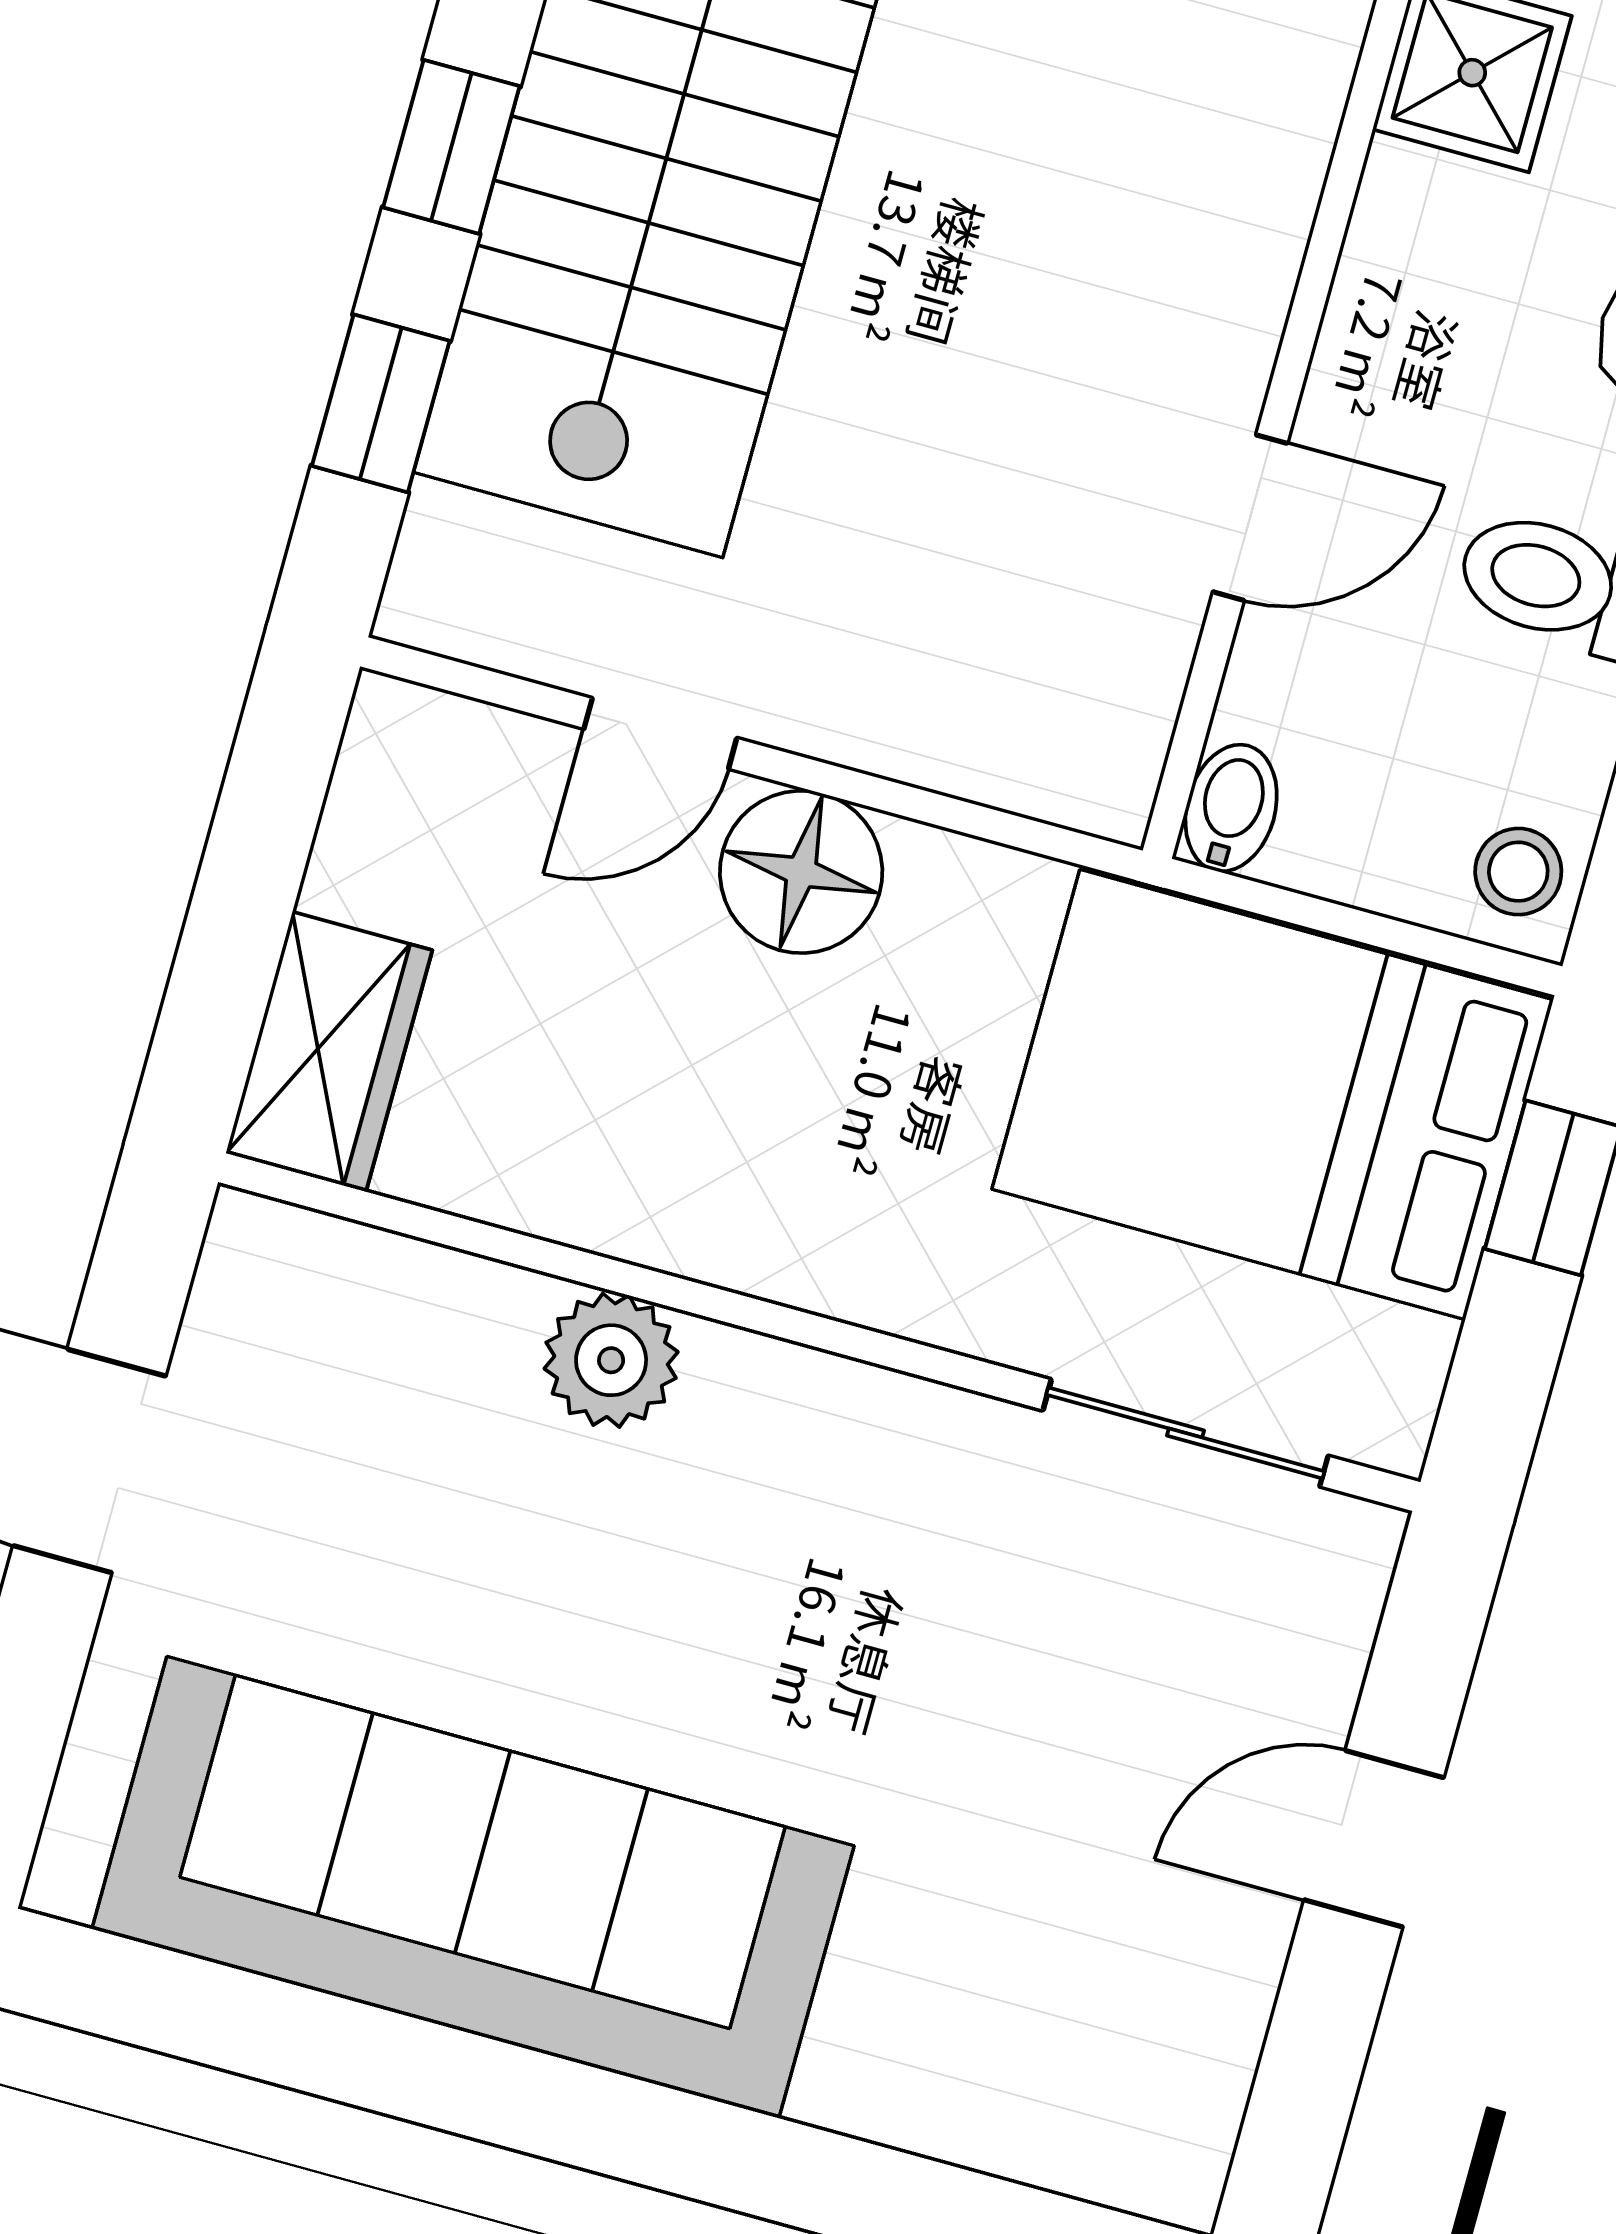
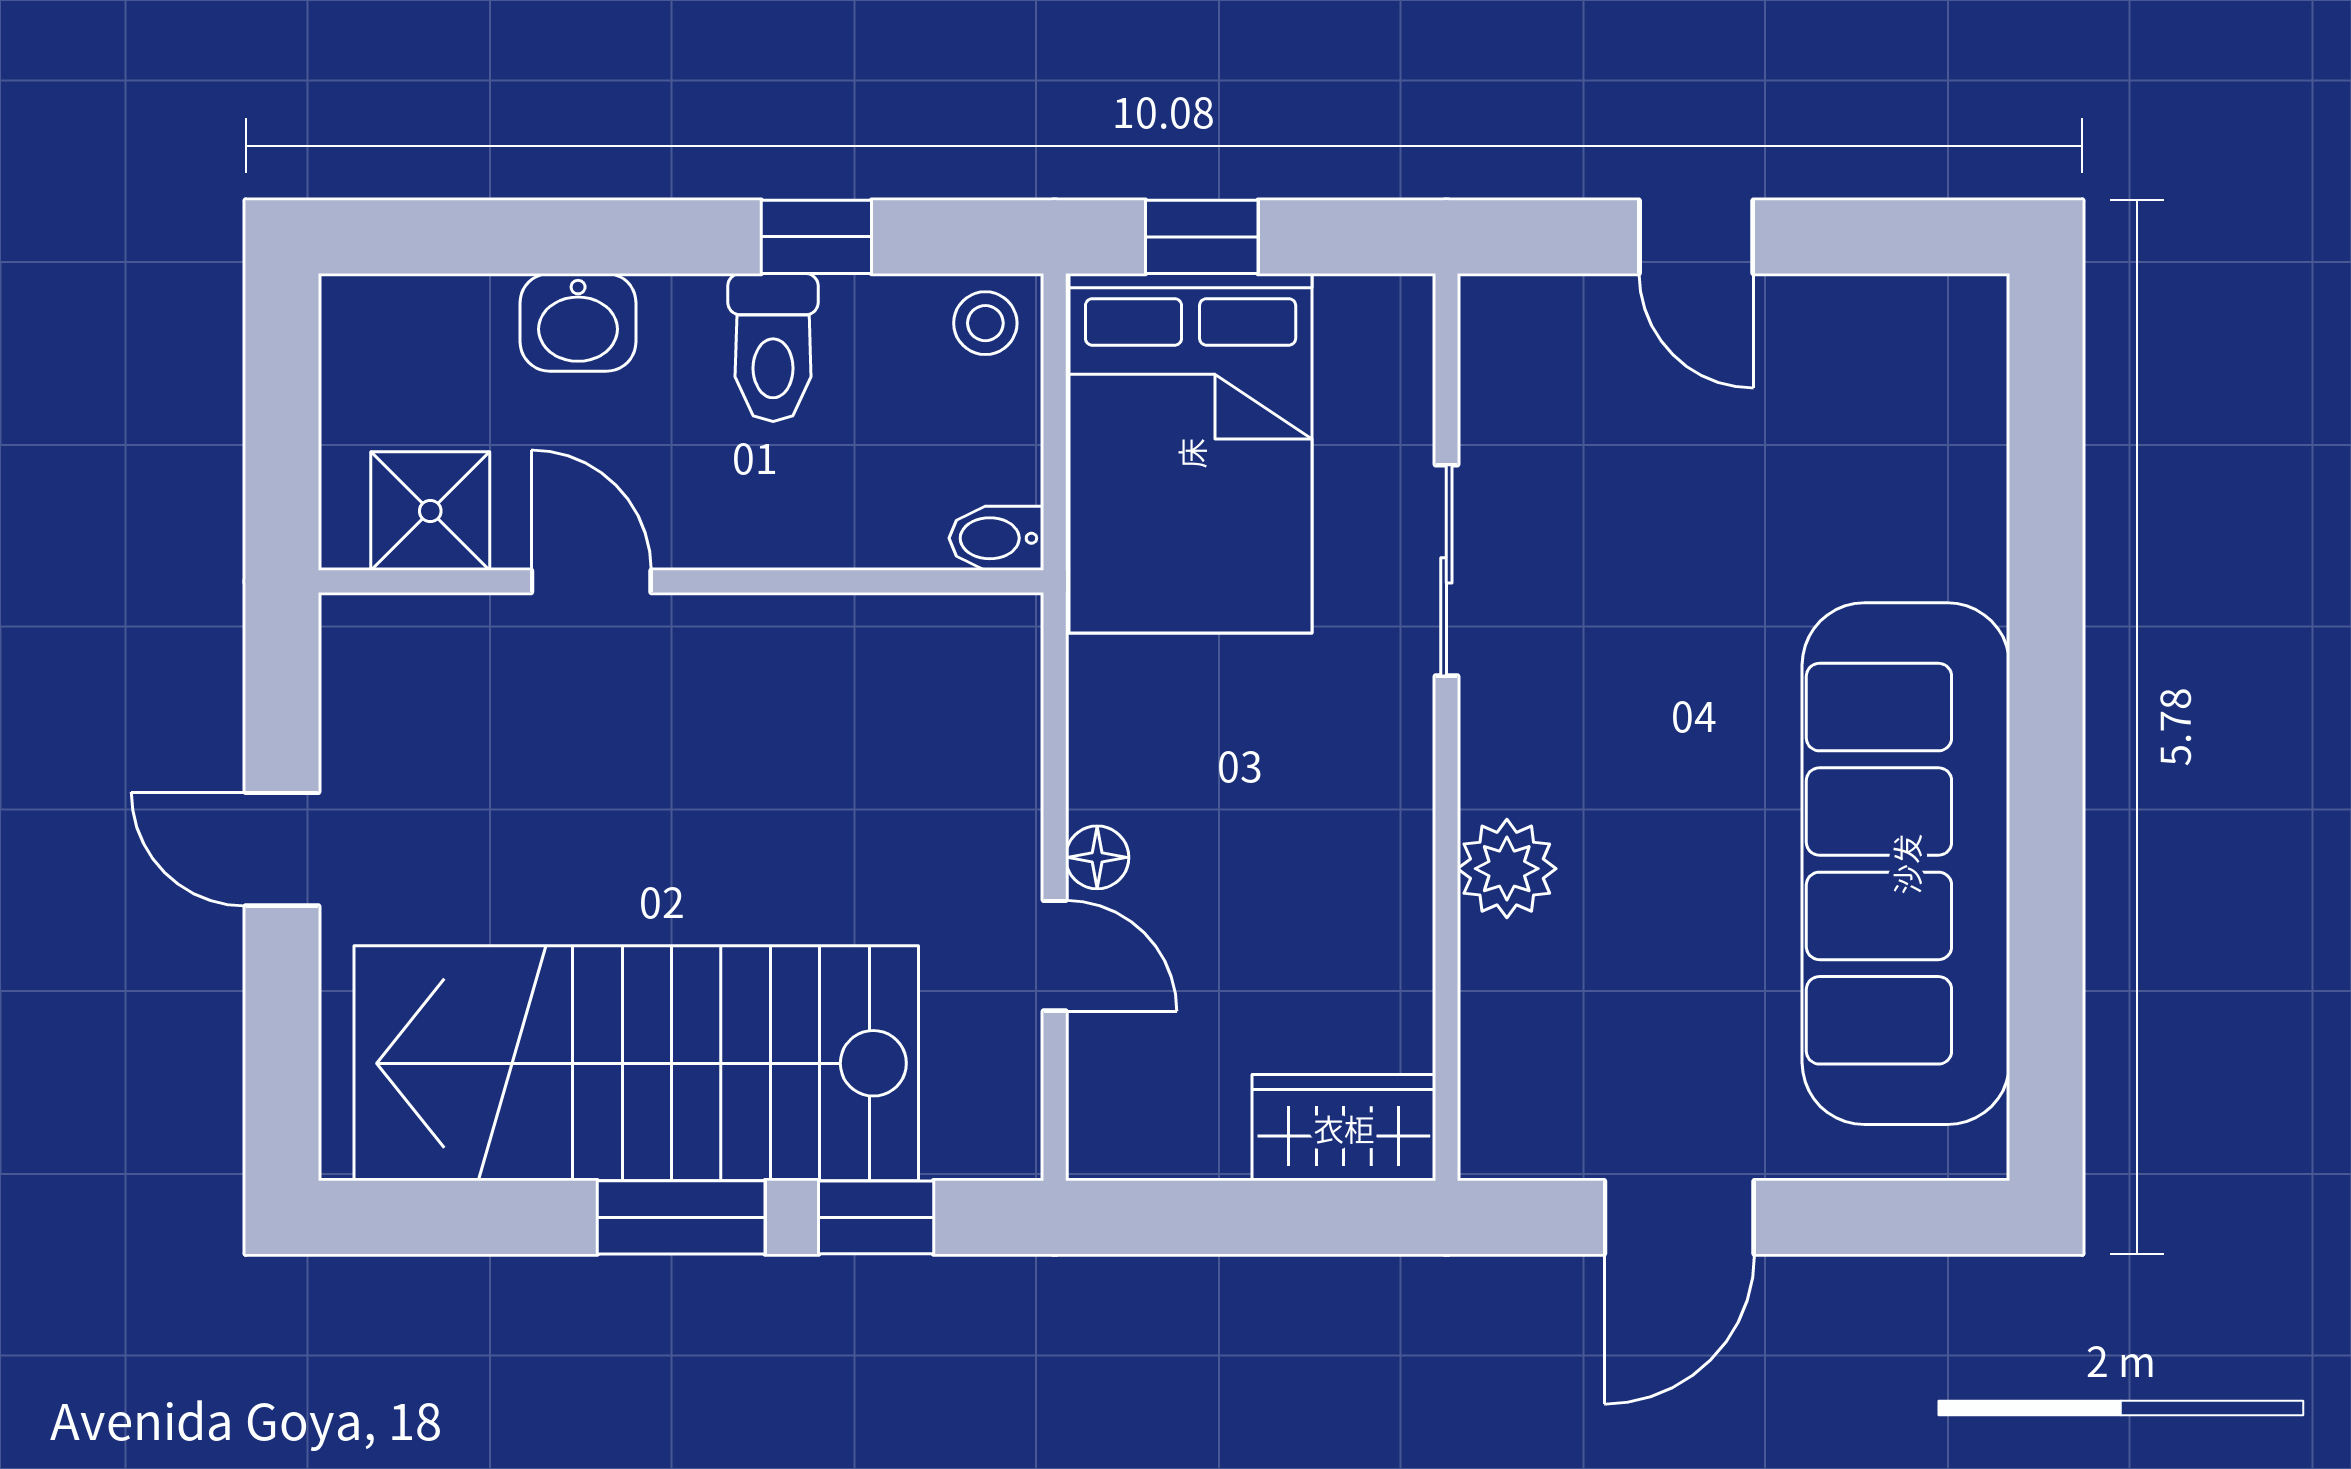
window: (451, 147) -> (681, 1217), width x1.50
door: (1250, 518) -> (591, 581), moved
floor lamp: (801, 872) -> (1097, 857), width x0.53, depth x0.53
sliding door: (1185, 1433) -> (1446, 570), moved

